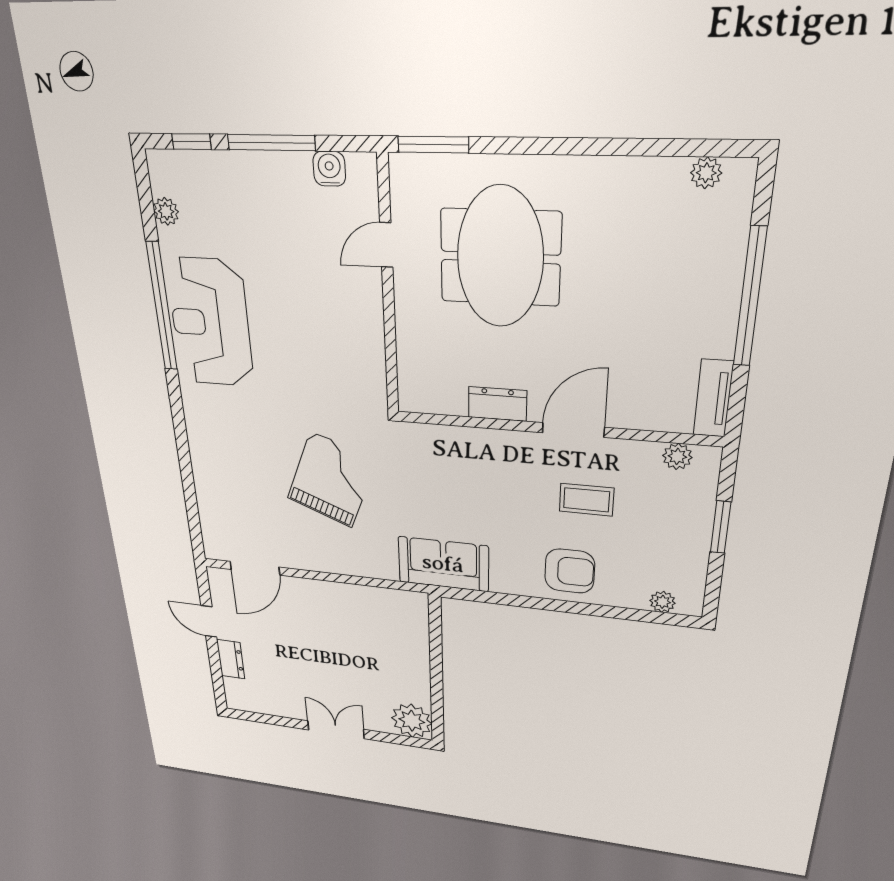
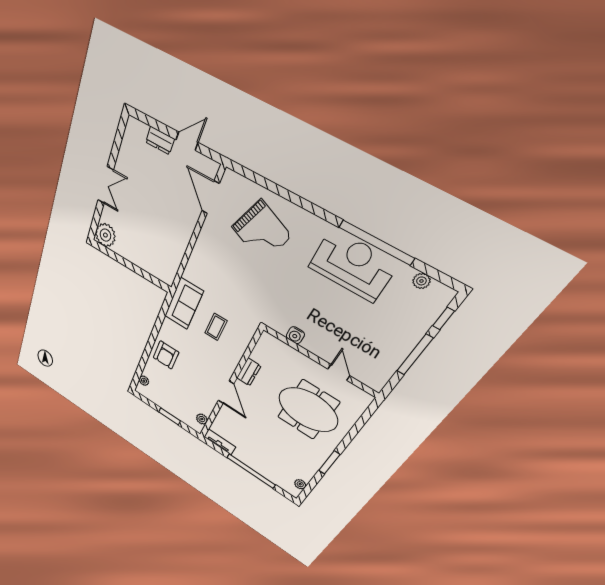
window: (433, 145) -> (329, 462), moved
water cooler: (329, 169) -> (295, 335), moved, turned 90
grand piano: (331, 480) -> (261, 231), moved
coffee table: (587, 500) -> (216, 327), moved

